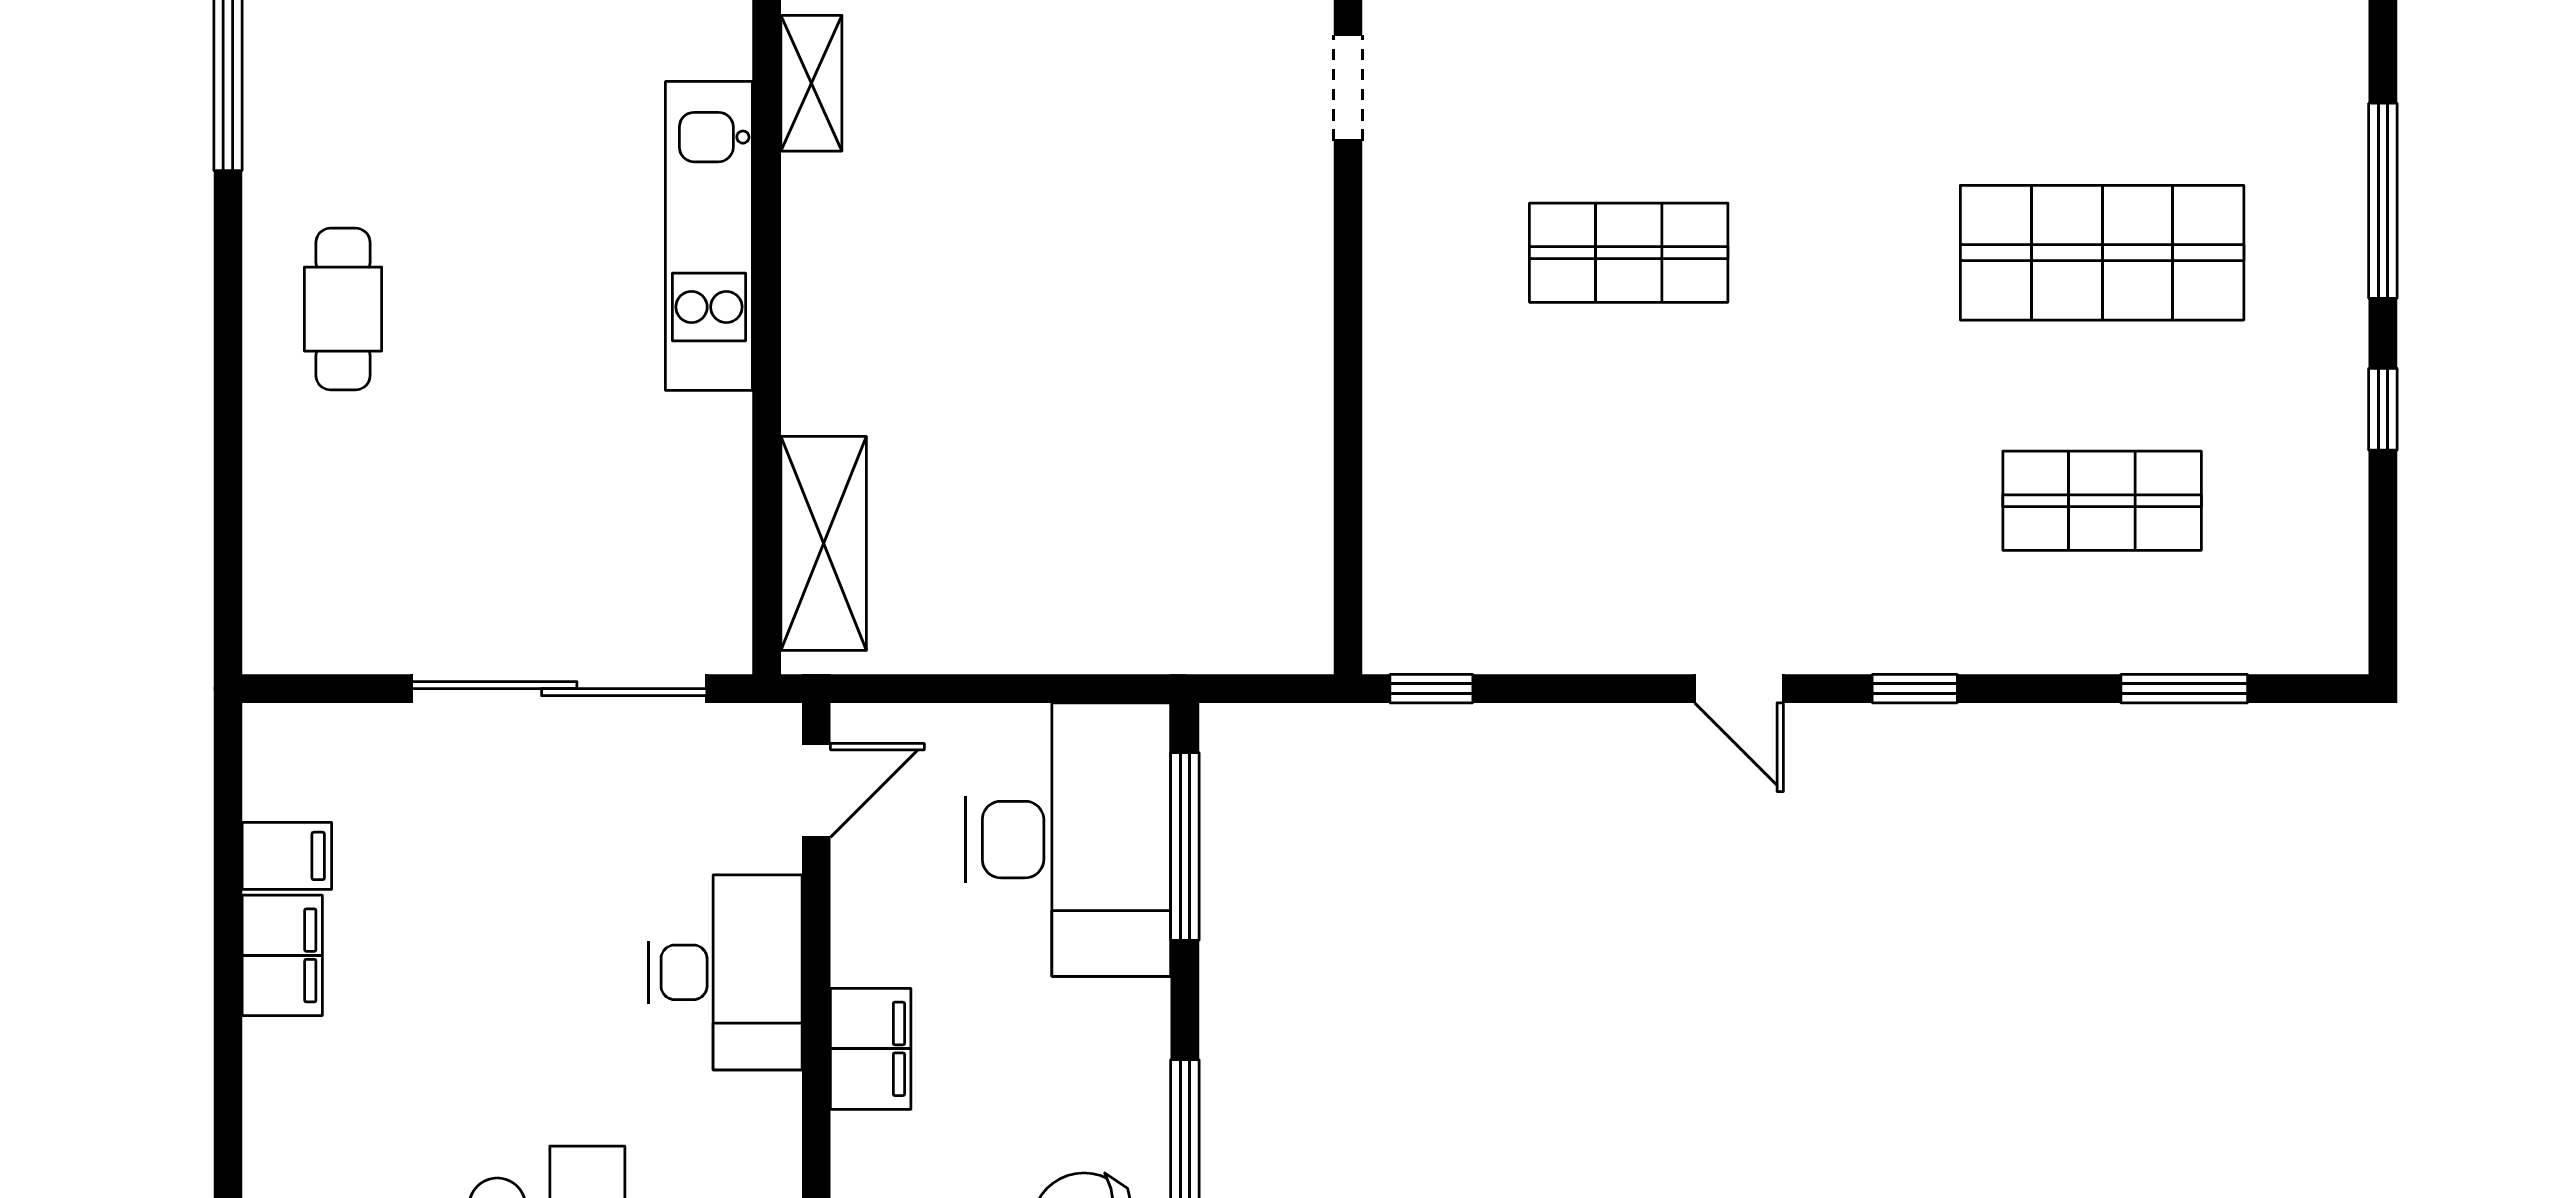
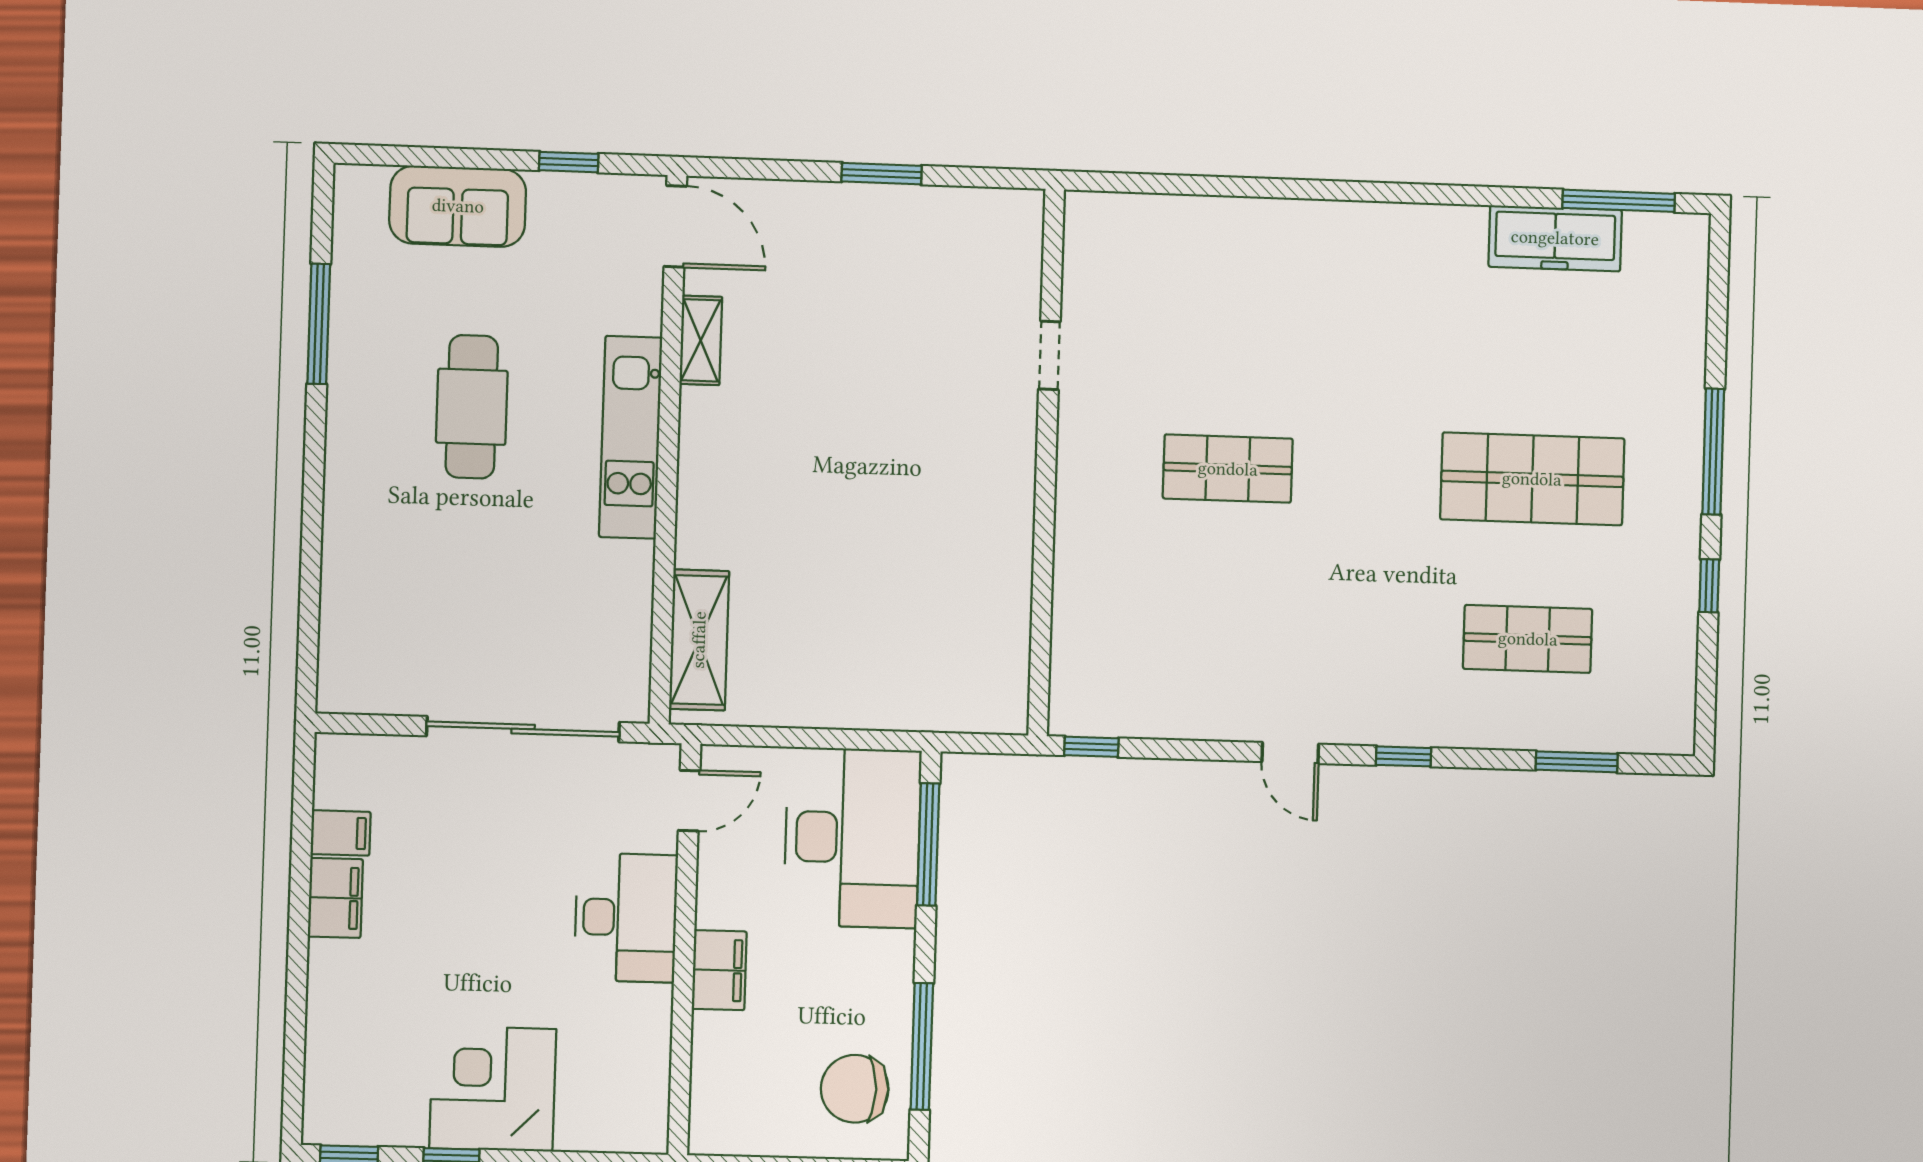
cafe table: (343, 309) -> (472, 407), moved, width x1.37, depth x1.35

